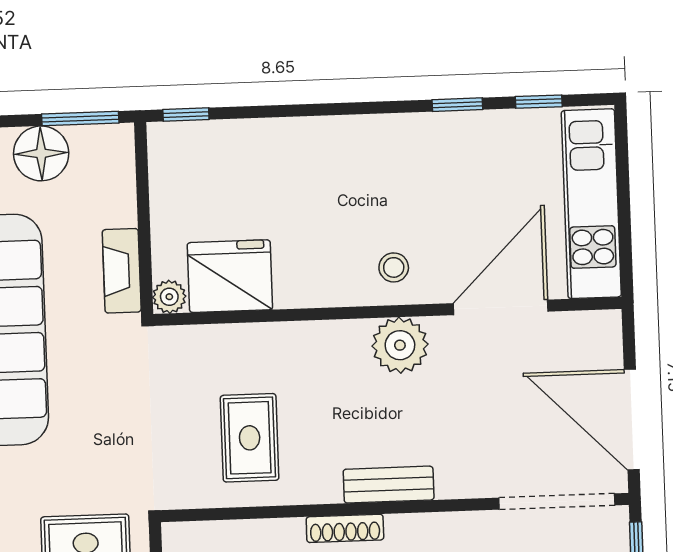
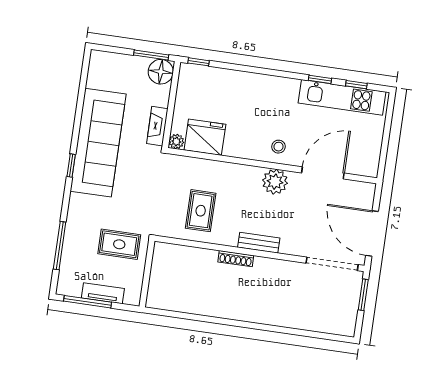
floor lamp: (41, 153) -> (161, 72), moved
kitchen unit: (591, 204) -> (342, 97), moved, turned -90

